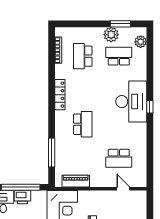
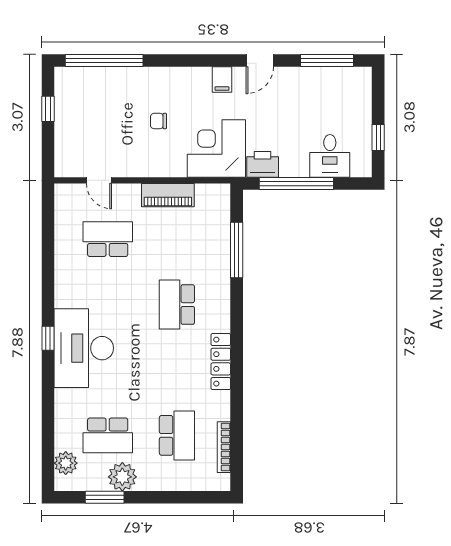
piano: (76, 181) -> (168, 195), moved
printer: (23, 197) -> (263, 164), moved

